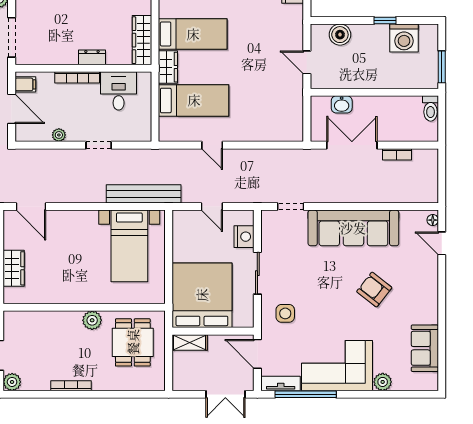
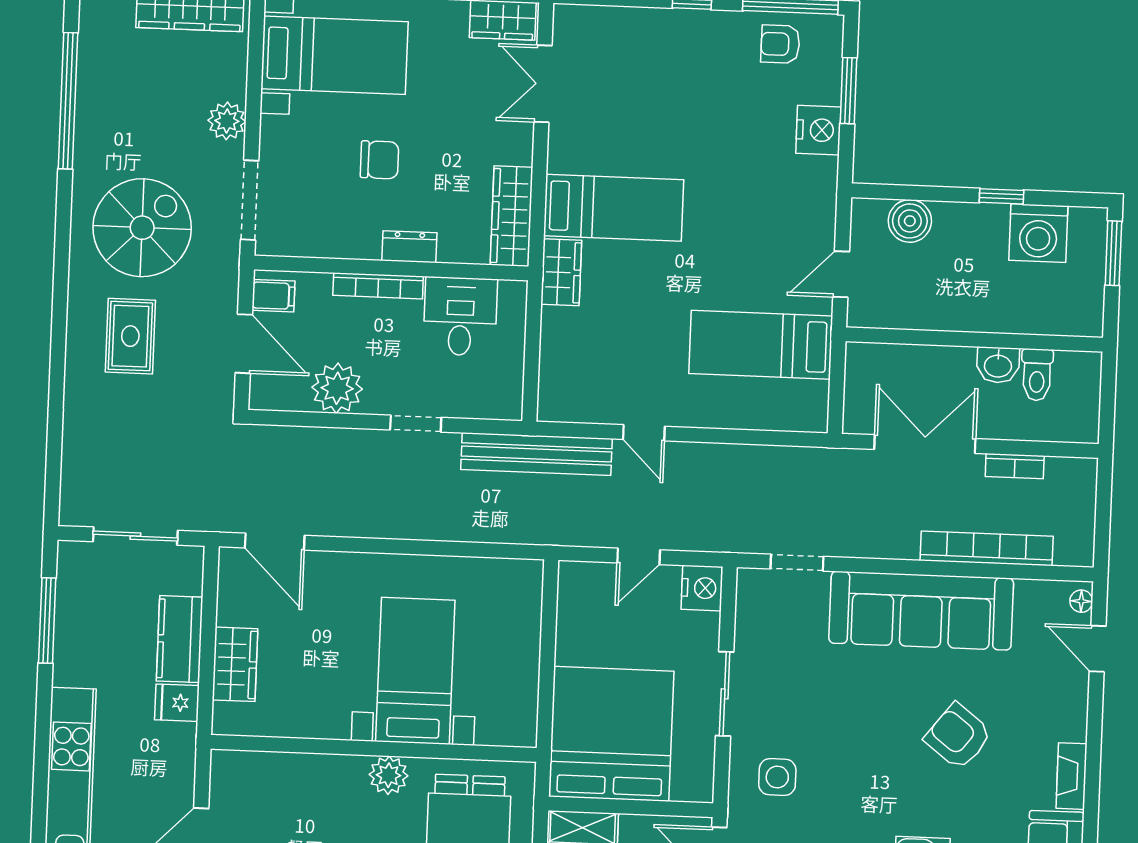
chair: (75, 15) -> (380, 160), added
door: (307, 62) -> (841, 274), hinge flipped
window: (442, 67) -> (1113, 253), moved
bed: (194, 100) -> (761, 345), moved, turned 180
washbasin: (342, 104) -> (998, 365), moved
toilet: (431, 108) -> (1037, 375), moved
plant: (59, 135) -> (337, 388), width x1.88, depth x1.88
bench: (144, 194) -> (536, 454), moved
bookcase: (385, 196) -> (987, 548), added
door: (212, 207) -> (639, 556), hinge flipped
nightstand: (244, 237) -> (702, 588), moved
bed with nightstands: (129, 246) -> (415, 671), moved, turned 180
fireplace: (431, 307) -> (1071, 776), added

